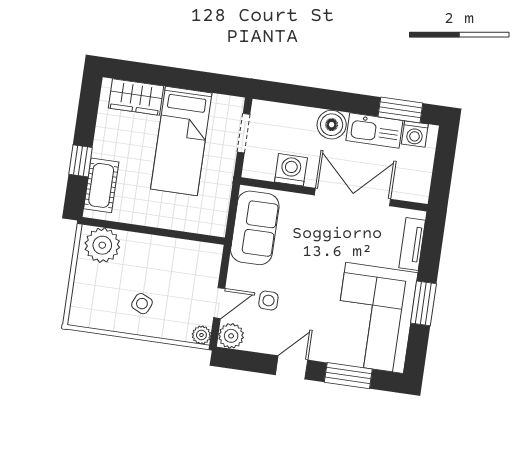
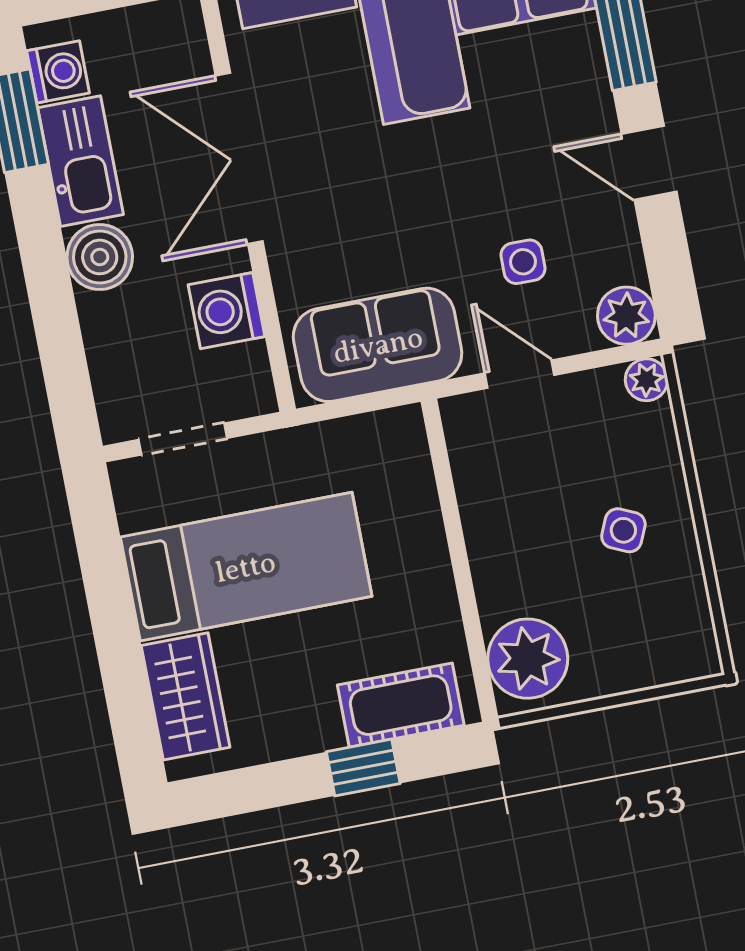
door: (219, 303) -> (520, 374), moved

